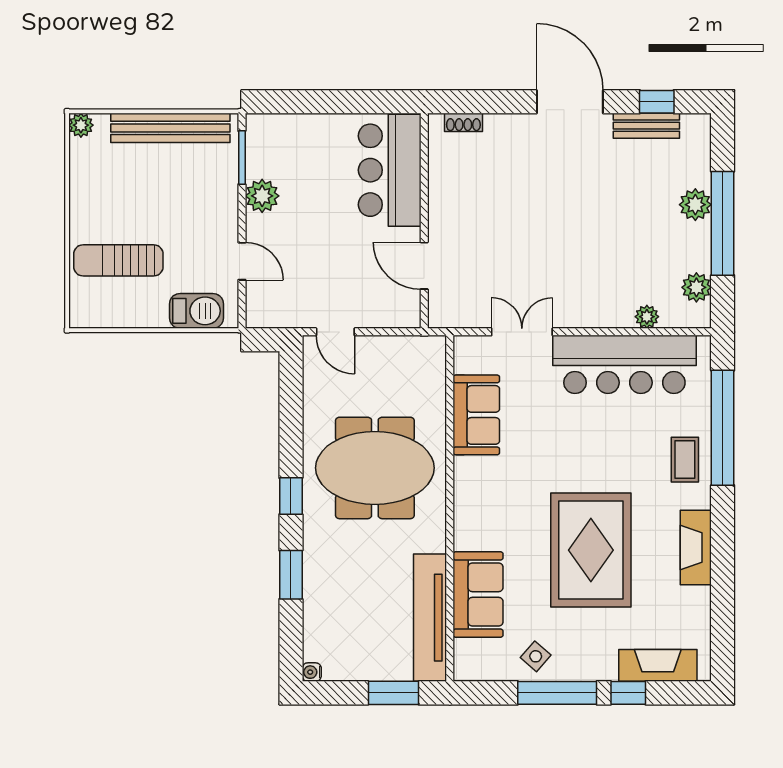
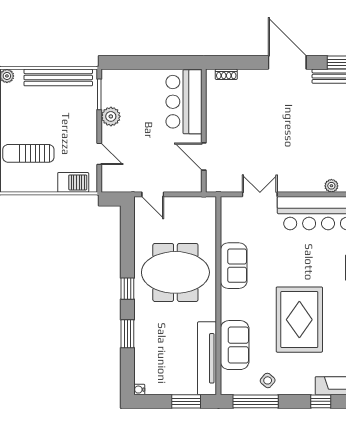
sofa: (476, 415) -> (234, 266), moved
window: (557, 693) -> (256, 401), moved

